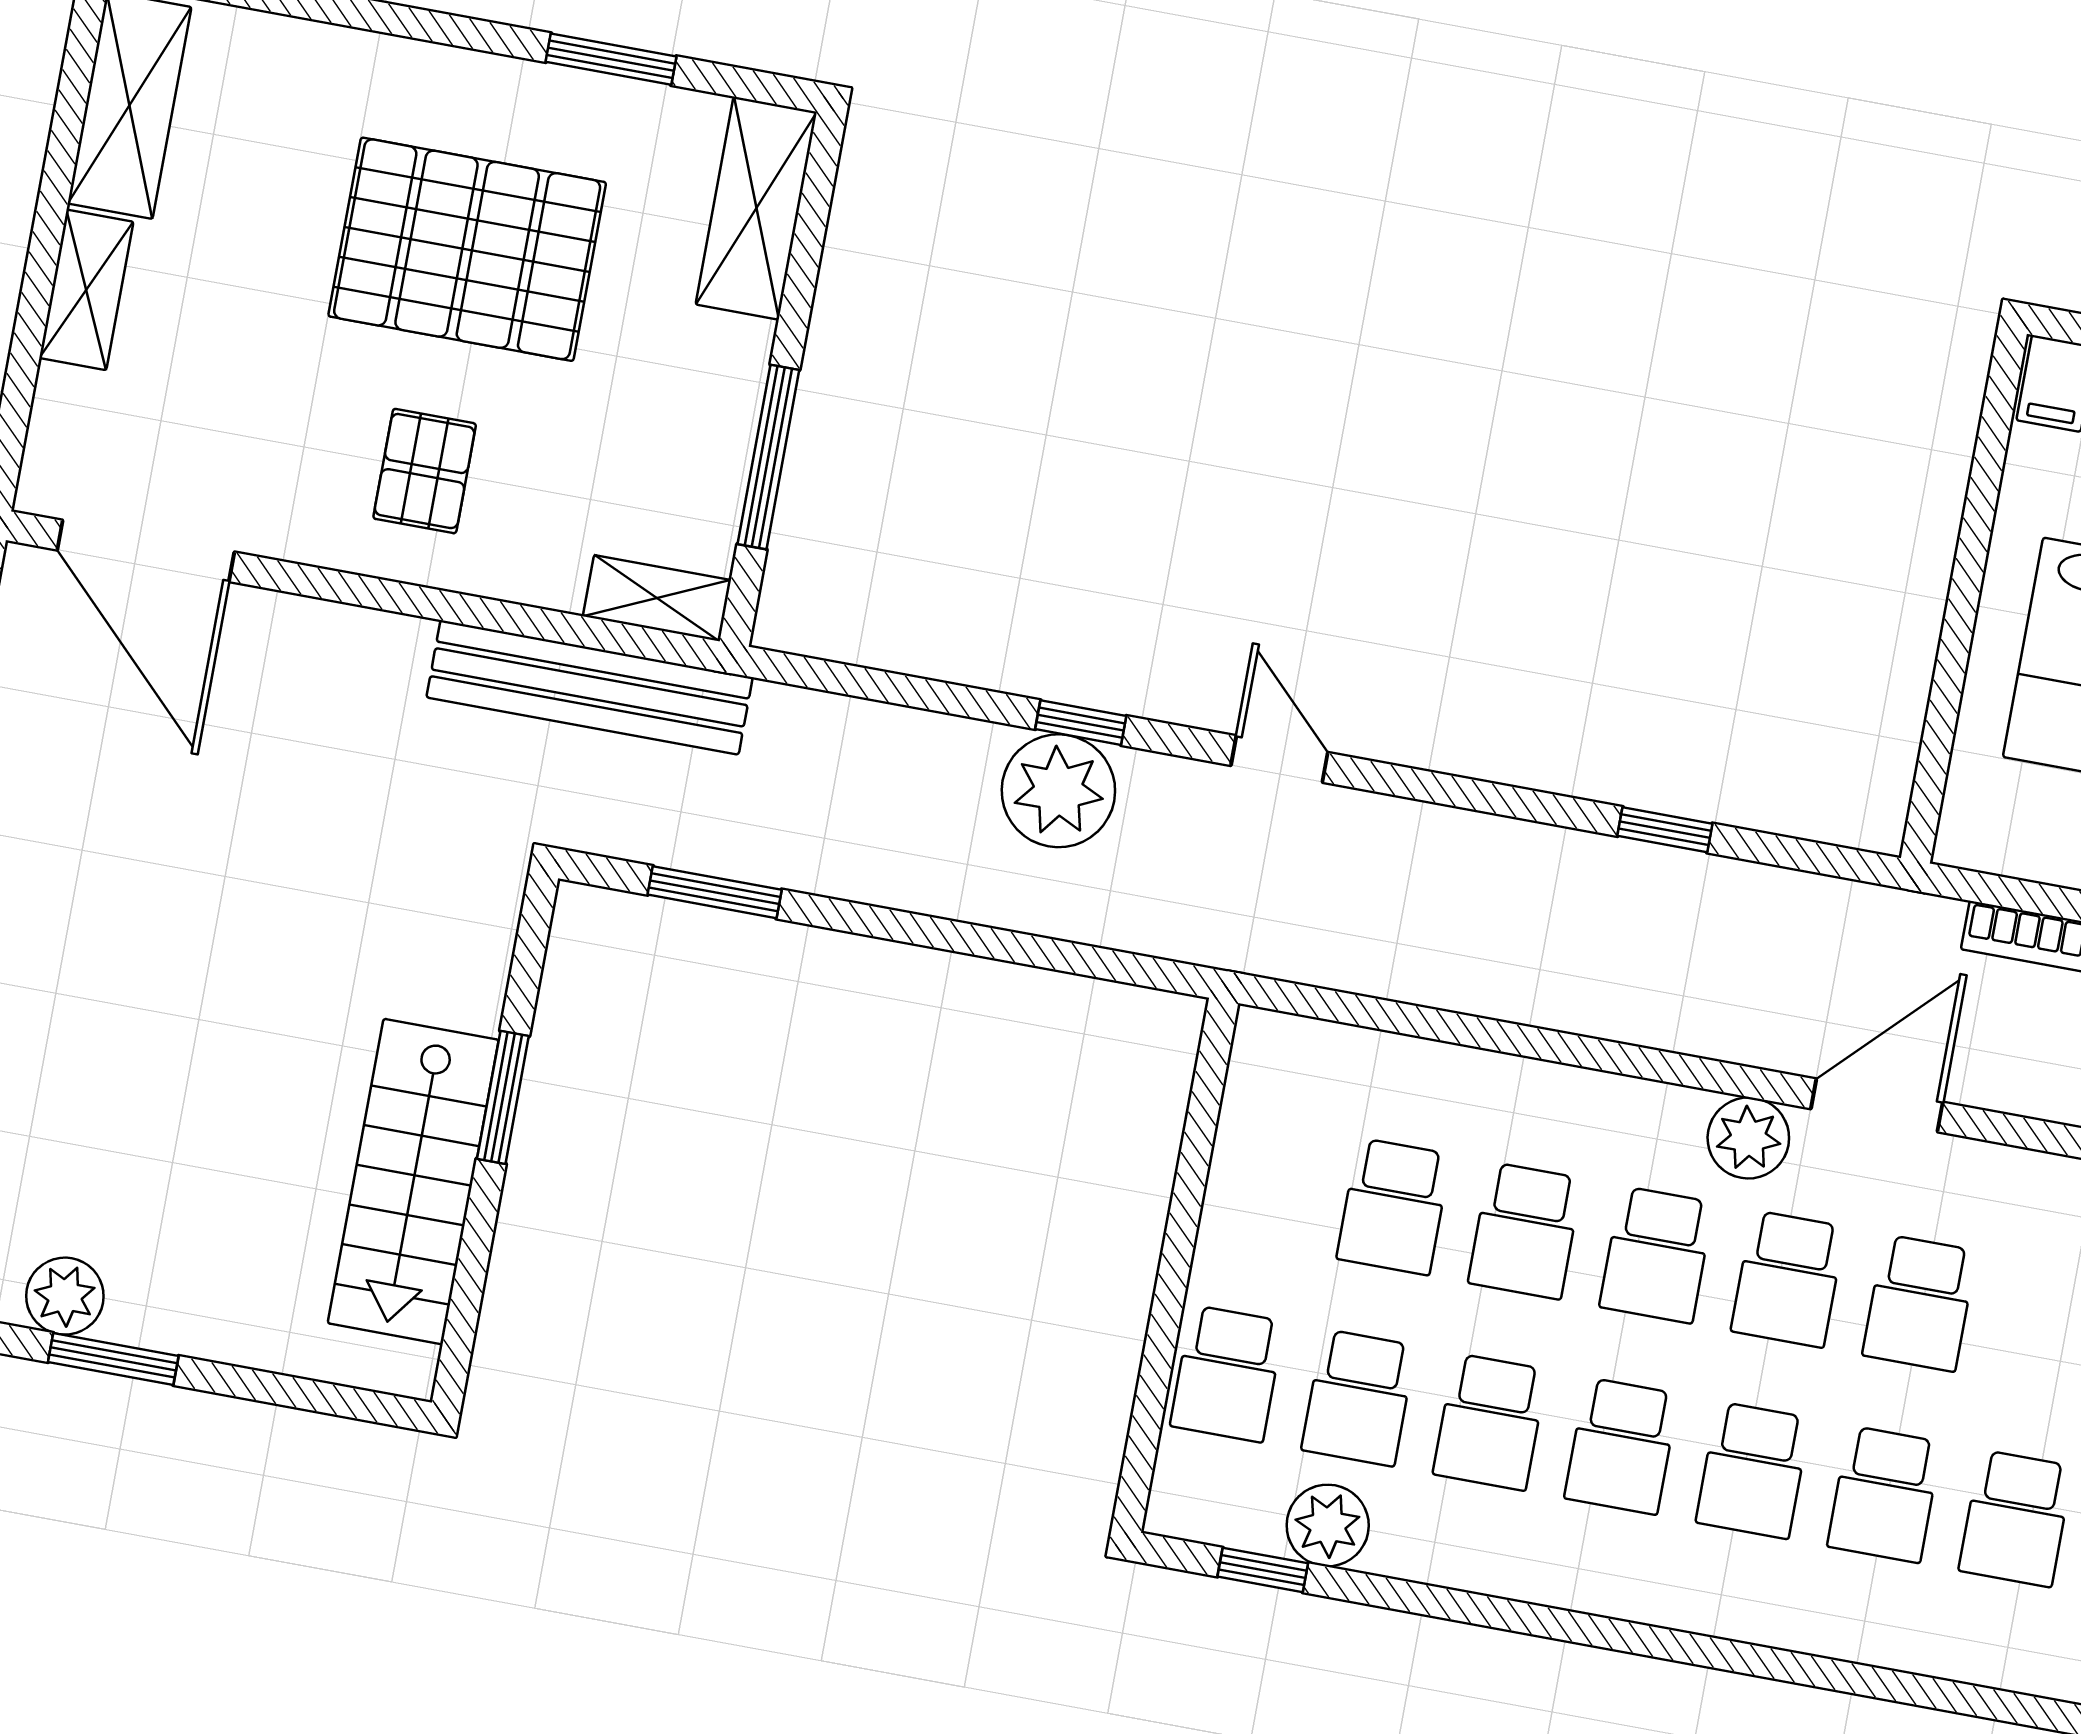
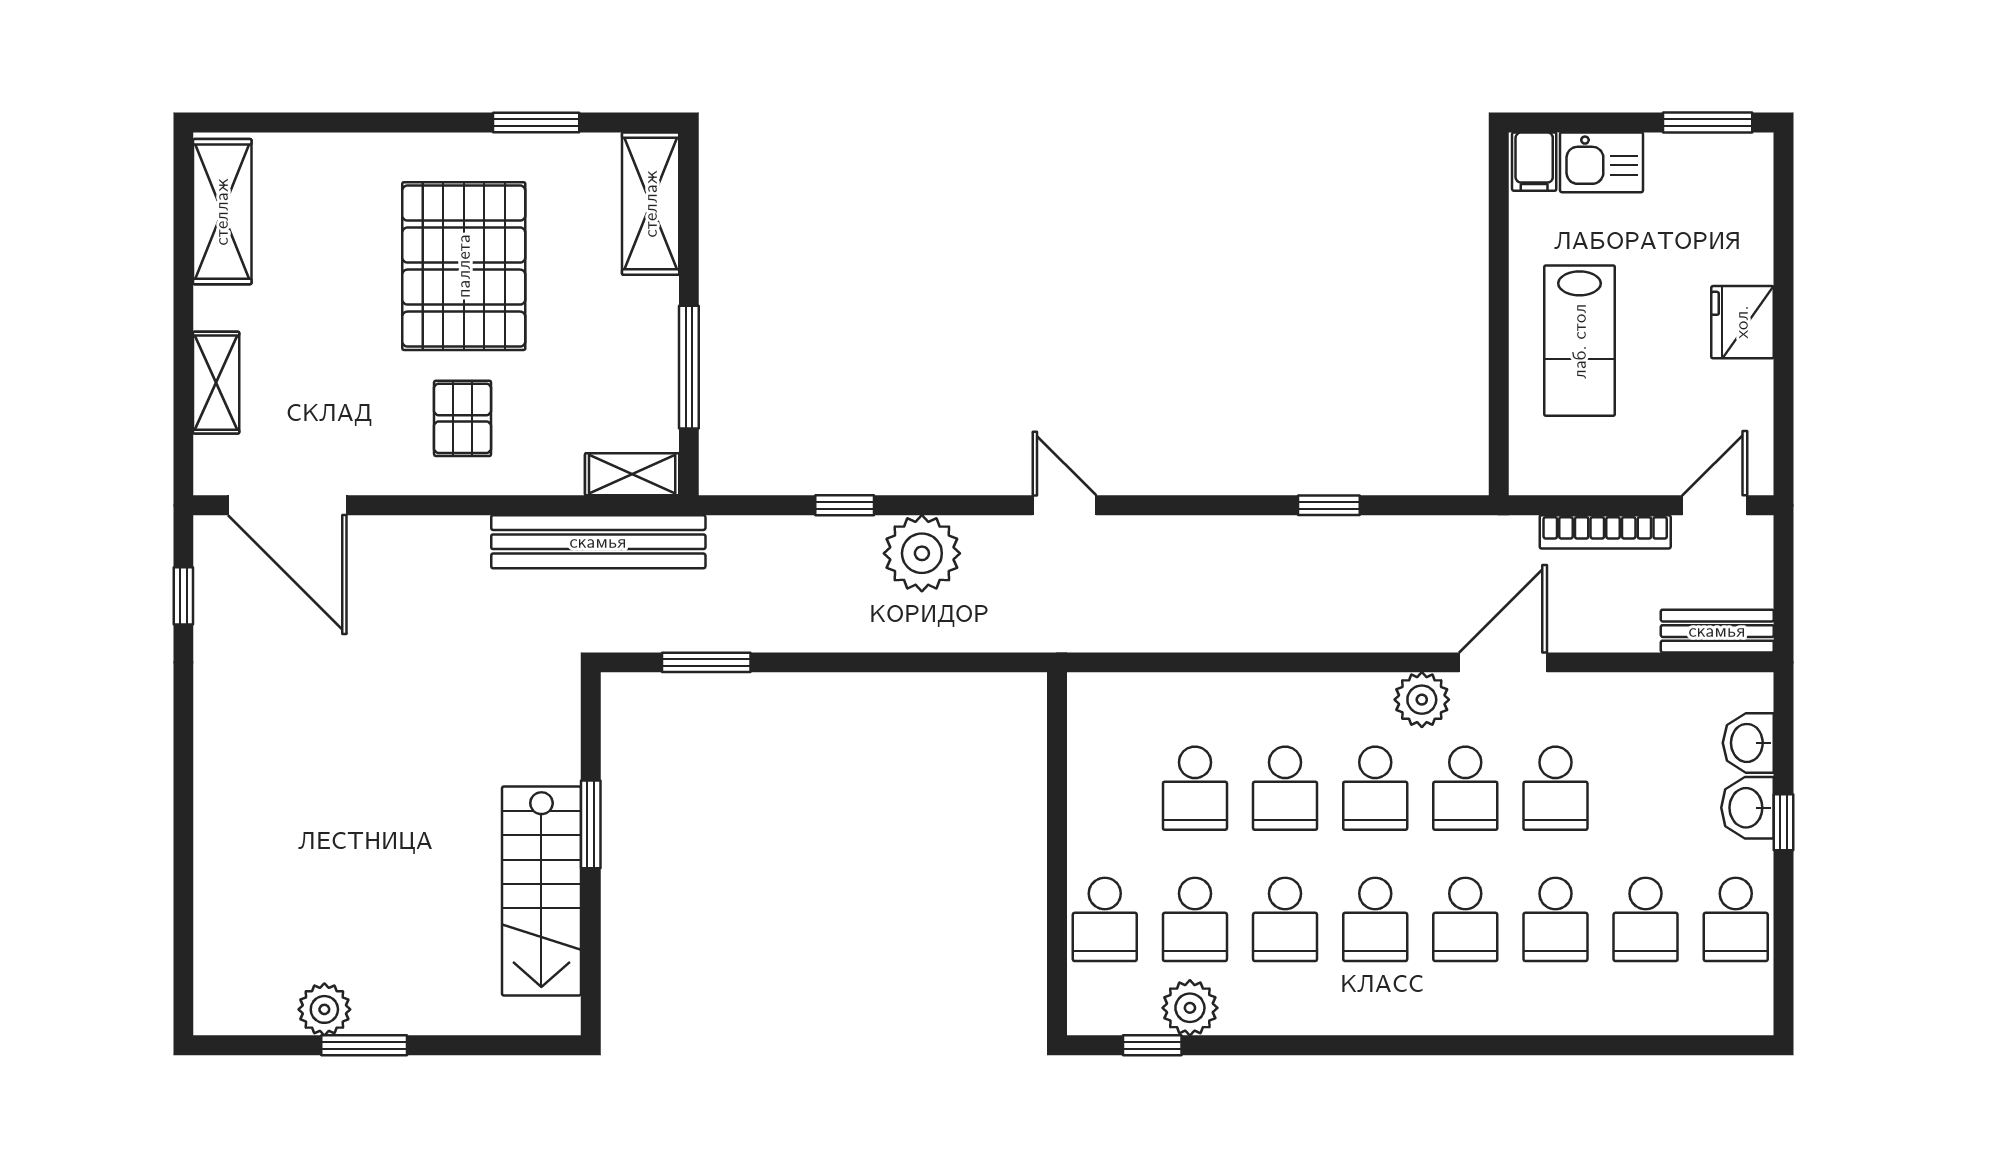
pallet: (467, 249) -> (464, 266), turned 90
shelving: (86, 290) -> (216, 383), moved
window: (1081, 723) -> (845, 505), moved

